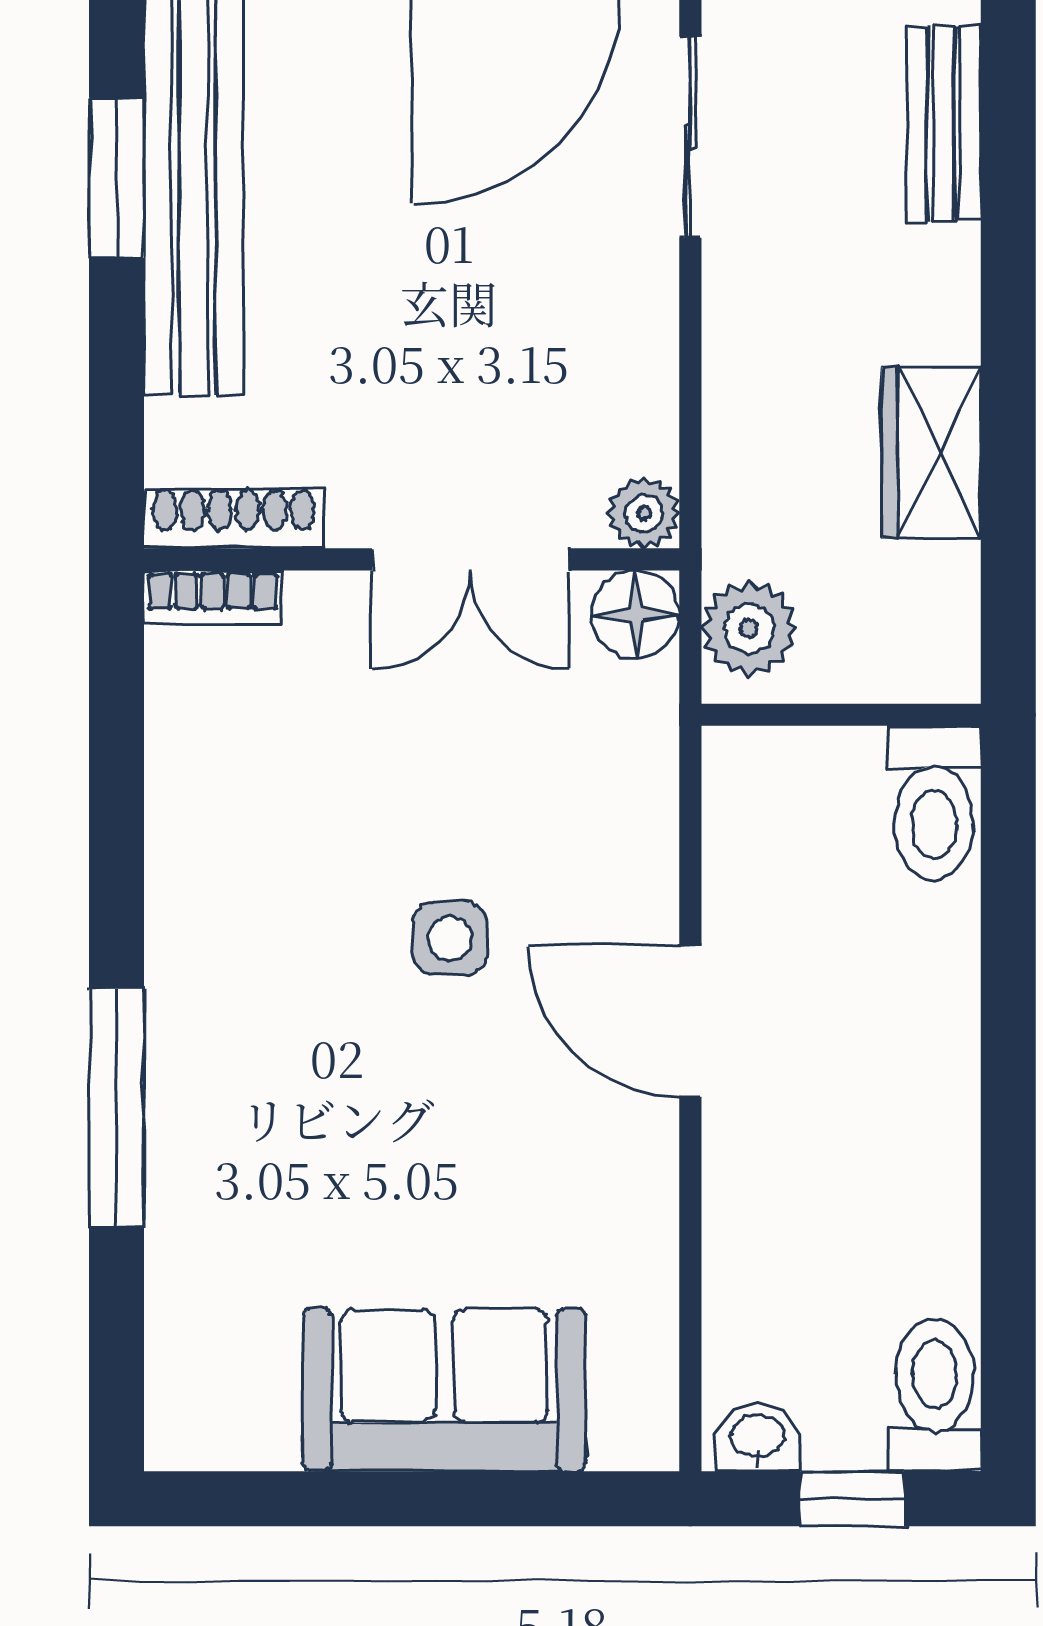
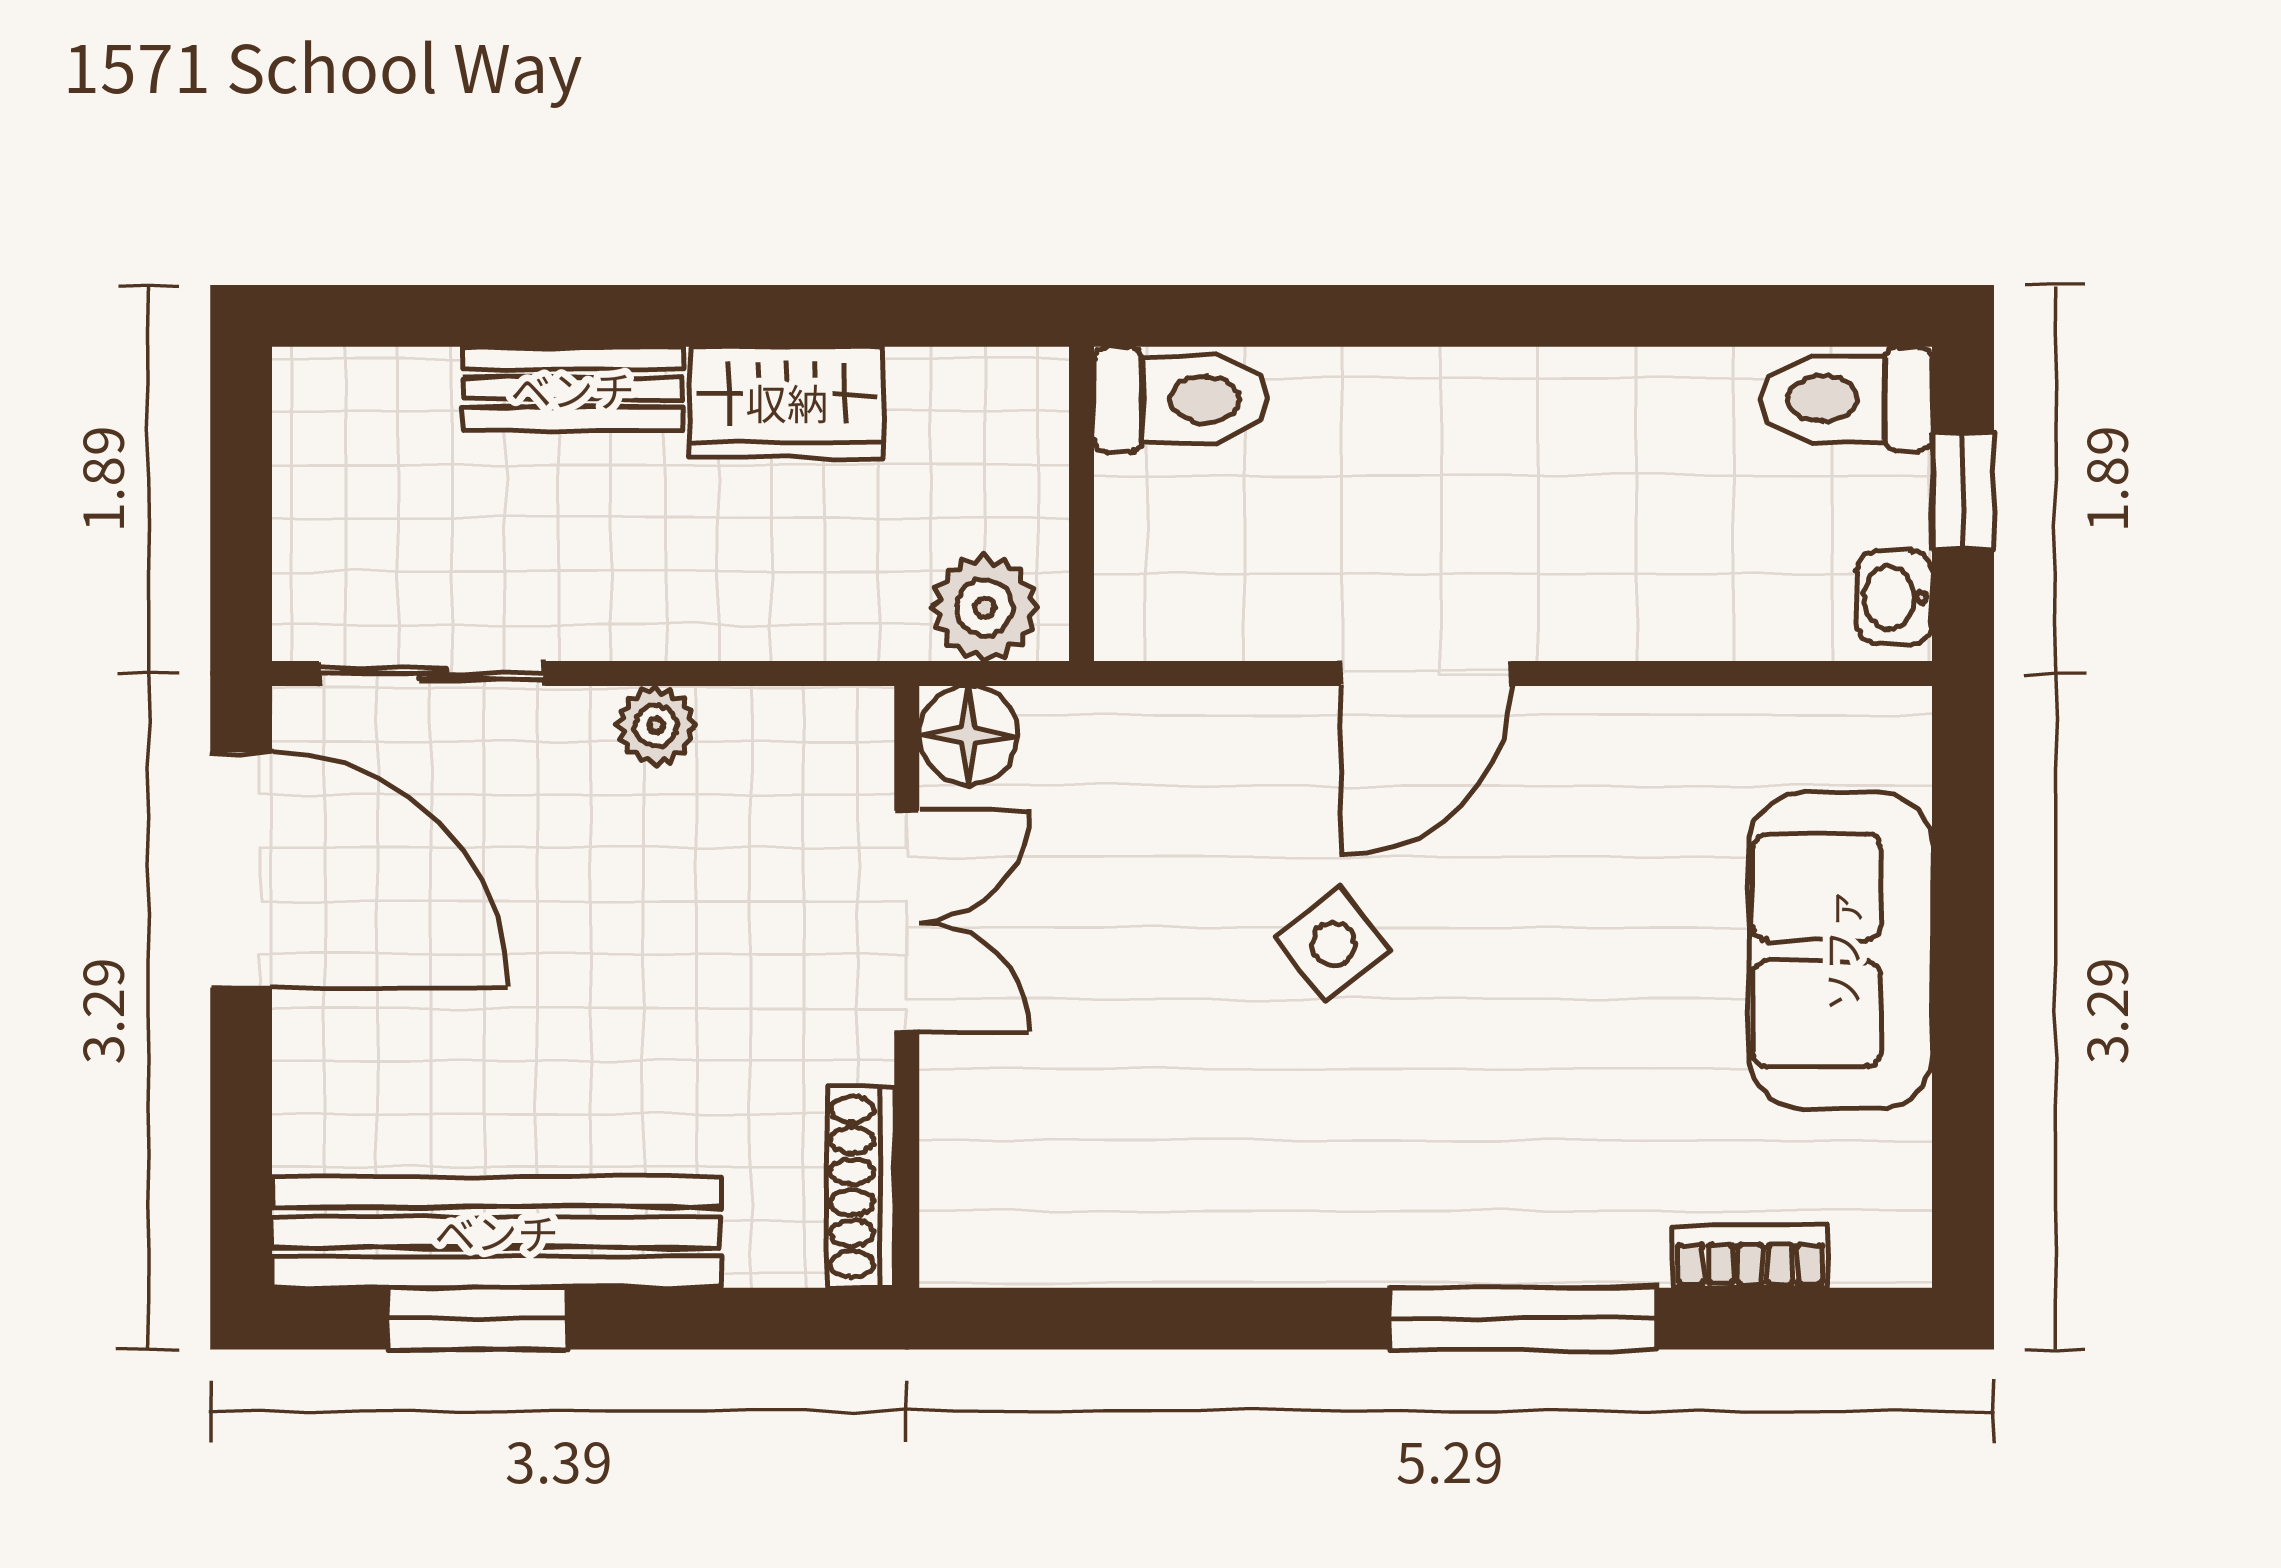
bench: (944, 124) -> (573, 389), moved
plant: (644, 513) -> (656, 726), moved
bookcase: (213, 598) -> (1750, 1257), moved, turned -90
side table: (450, 938) -> (1333, 944), turned -38

